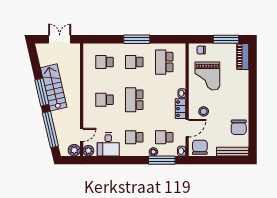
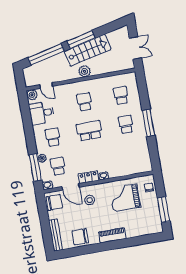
piano: (243, 56) -> (112, 235), moved
school desk: (164, 62) -> (131, 153), removed
plant: (74, 150) -> (85, 71), moved

